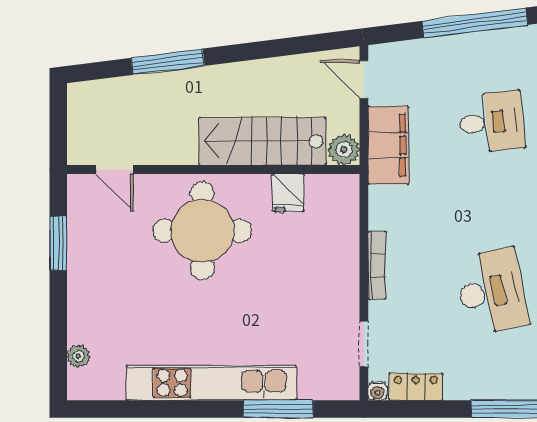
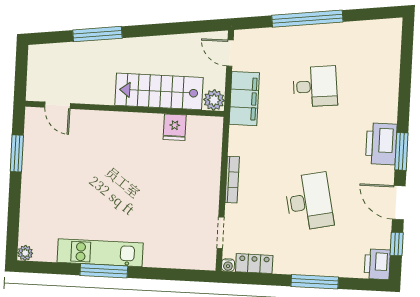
round table: (202, 231) -> (115, 150), removed
plant: (78, 356) -> (25, 253), moved
kitchen unit: (211, 383) -> (100, 253), width x0.73
window: (278, 409) -> (104, 271), moved

